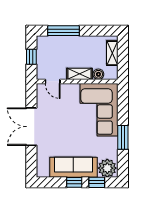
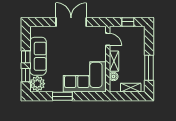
window: (64, 31) -> (149, 68), moved
door: (53, 81) -> (108, 39), swing flipped

